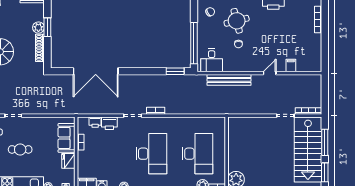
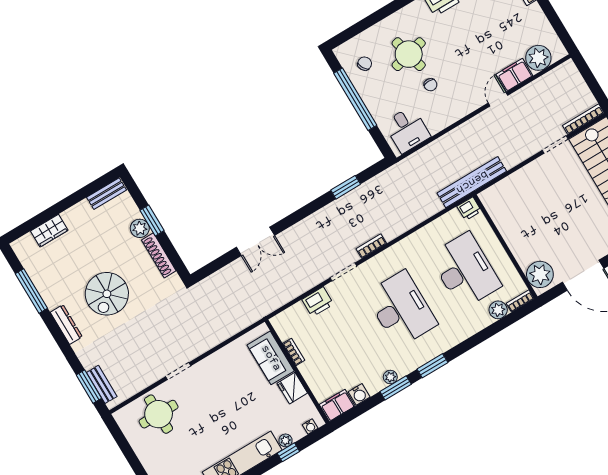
window: (194, 43) -> (355, 99), moved
plant: (304, 64) -> (538, 58), added
filing cabinet: (291, 66) -> (514, 75), width x2.00
double door: (96, 71) -> (255, 241), width x0.54
window: (175, 71) -> (346, 187), moved
bench: (229, 80) -> (472, 182), moved
printer: (95, 122) -> (469, 209), moved
cafe table: (20, 149) -> (216, 413), removed

